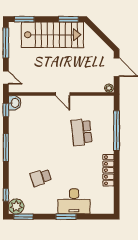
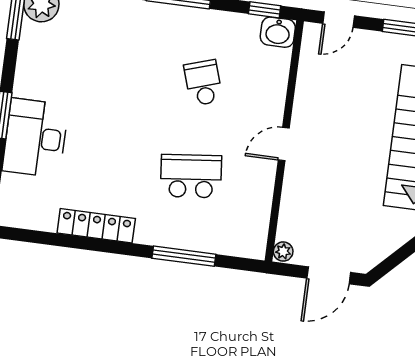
window: (117, 131) -> (184, 256), width x0.68
school desk: (41, 177) -> (203, 83), moved

